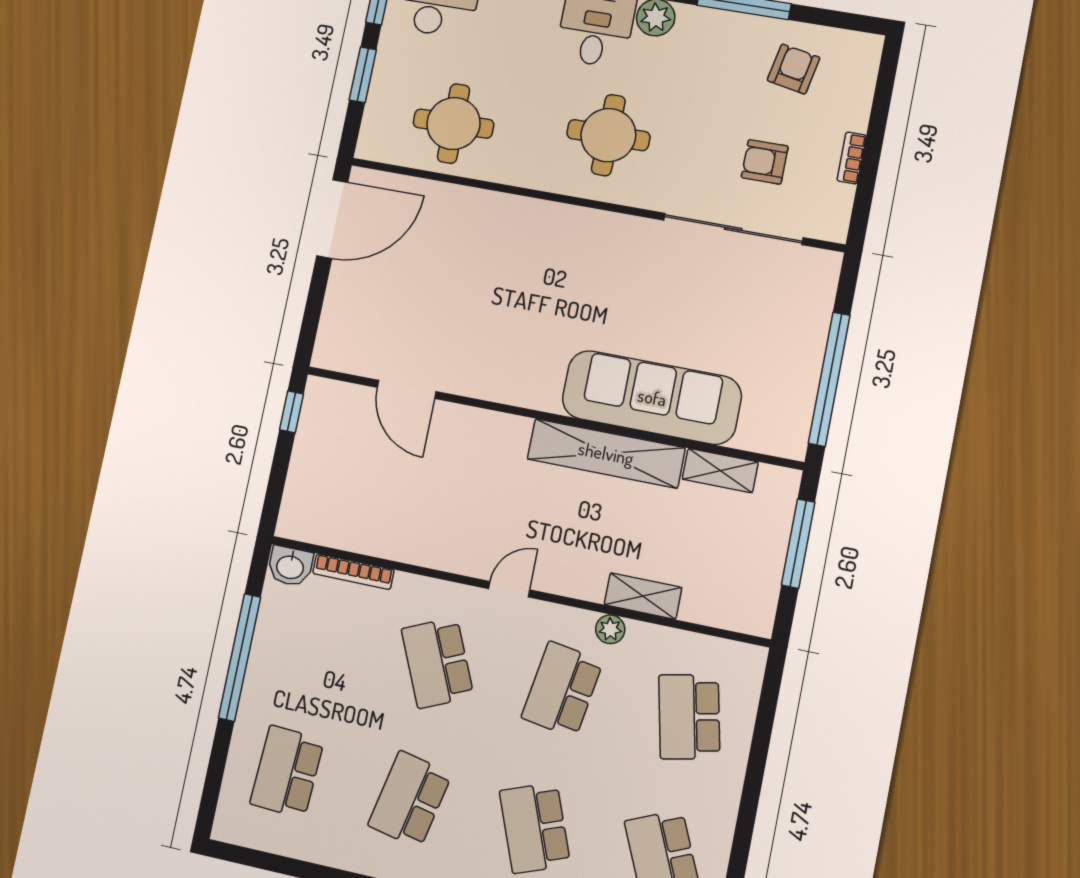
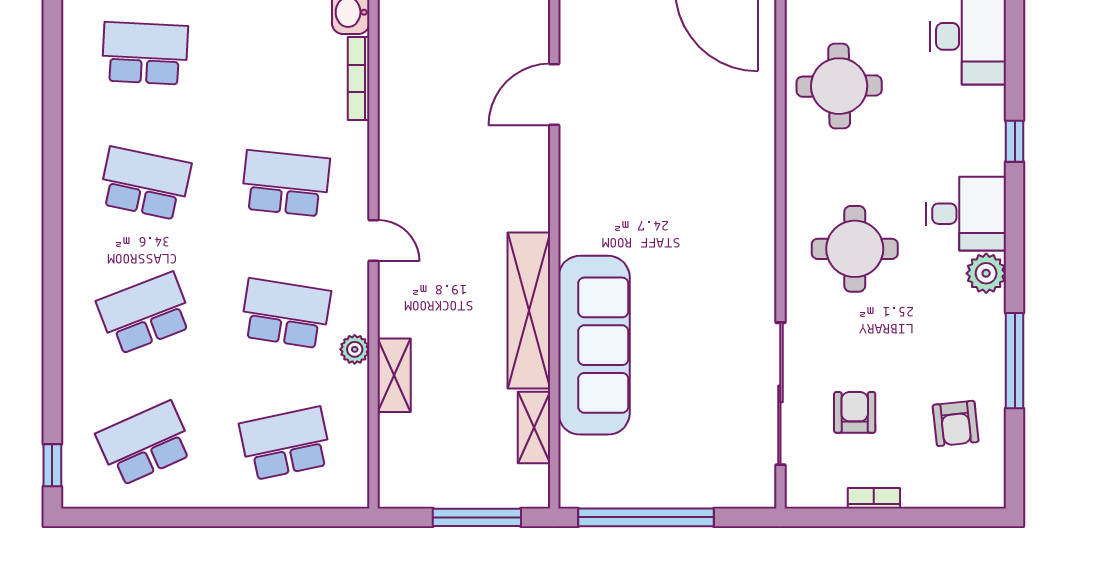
armchair: (794, 69) -> (956, 423), turned 73
school desk: (438, 663) -> (285, 183), turned 30

